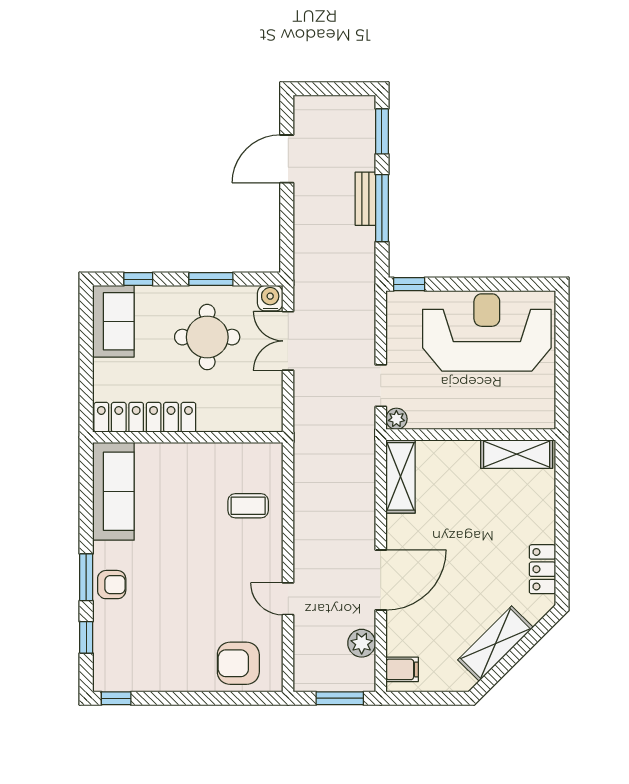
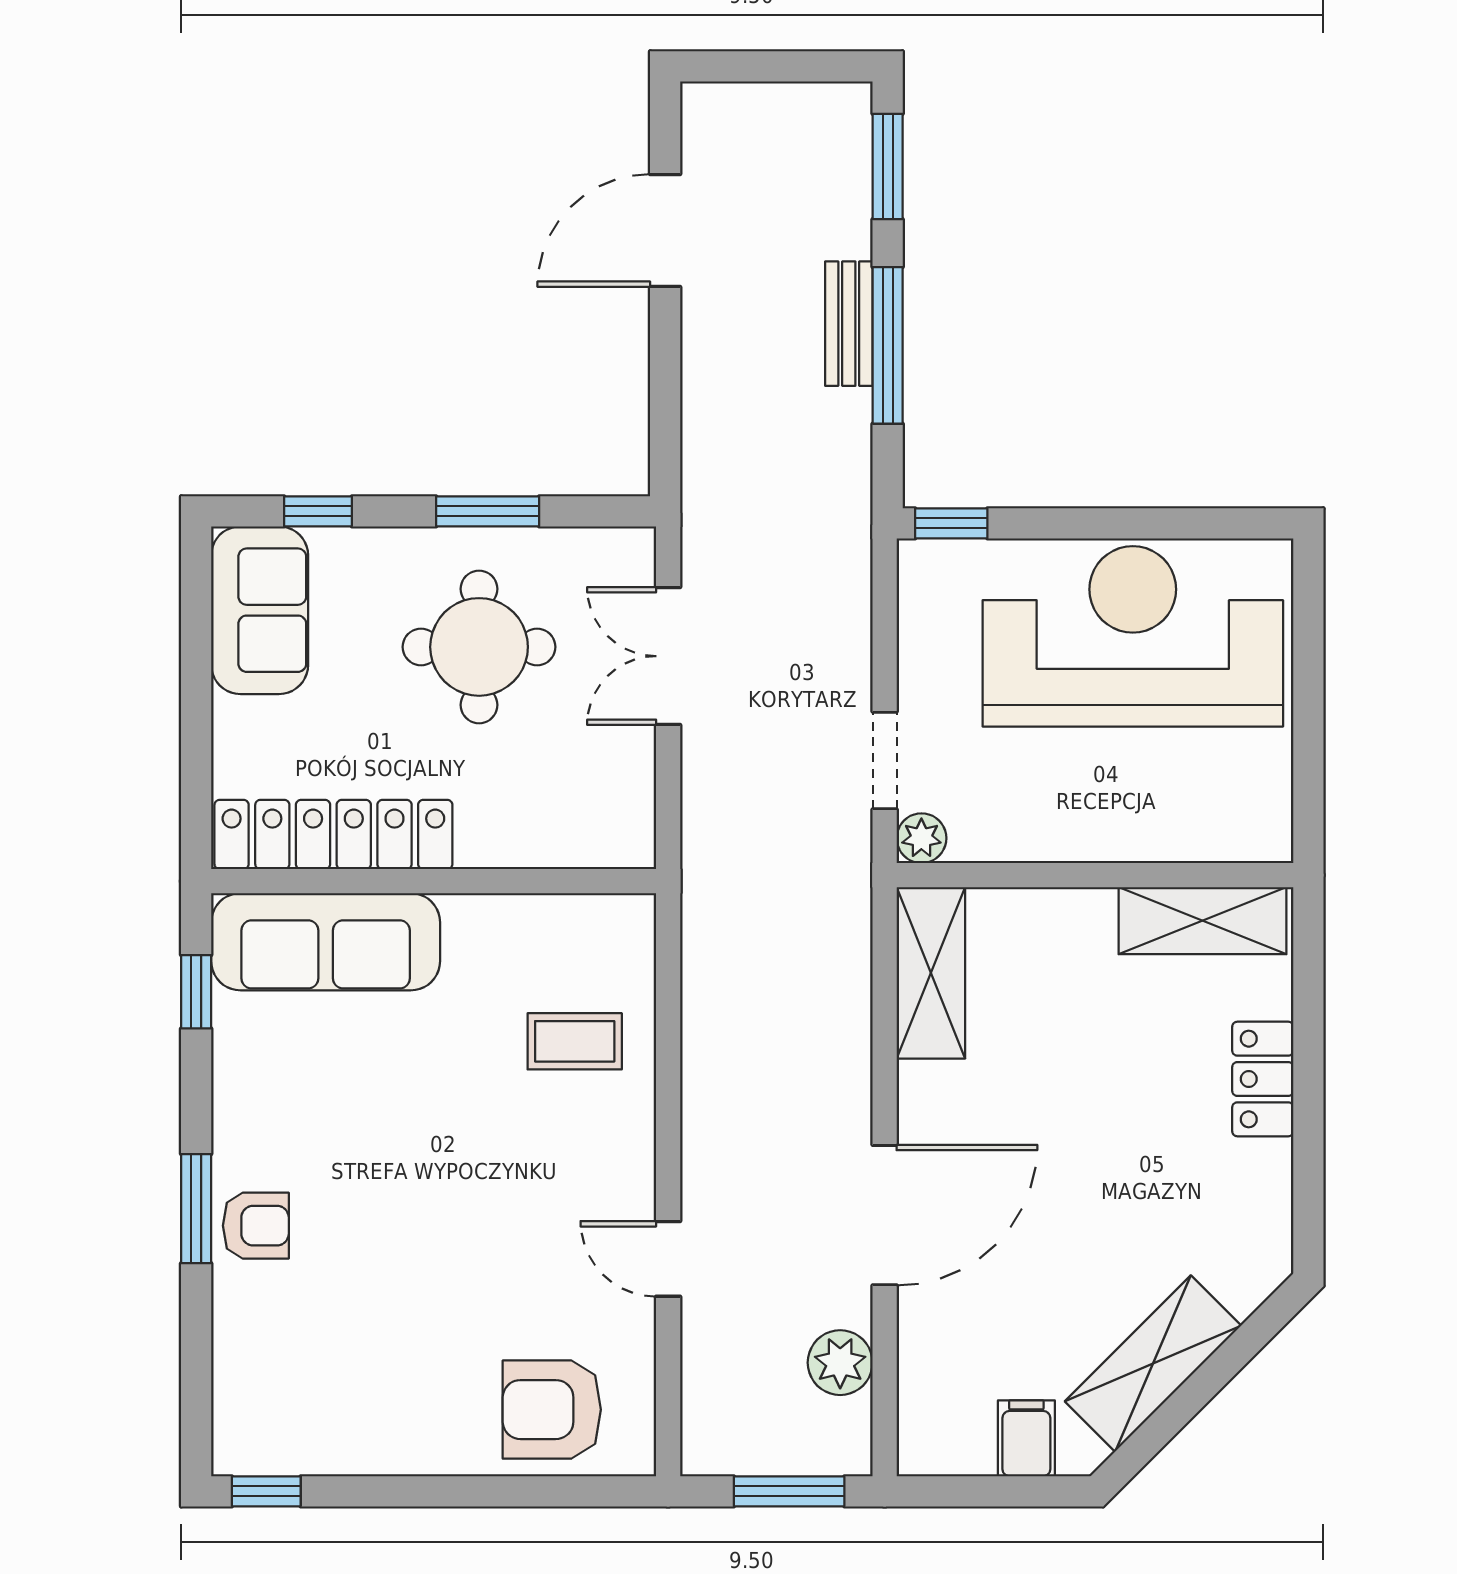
water cooler: (270, 298) -> (626, 556), removed
sofa: (113, 491) -> (326, 942), moved, turned 90
locker: (542, 569) -> (1263, 1079), moved
window: (86, 637) -> (196, 992), moved
filing cabinet: (402, 669) -> (1026, 1438), moved, turned -90

